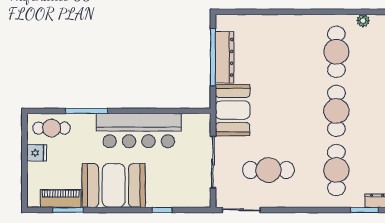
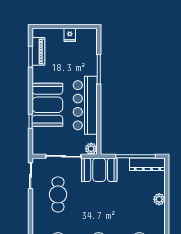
plant: (275, 23) -> (159, 199), added
dresser: (225, 57) -> (147, 164), moved
plant: (202, 122) -> (91, 149), added
cafe table: (51, 128) -> (87, 45), removed
booth: (114, 185) -> (47, 105), moved

